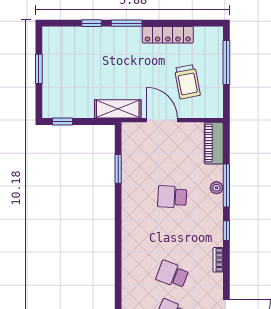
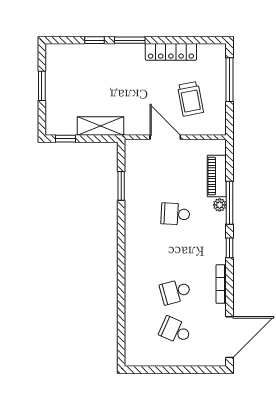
shelving: (118, 109) -> (100, 126), moved
piano: (214, 143) -> (217, 176), moved
bookcase: (218, 260) -> (221, 284), width x1.56
school desk: (172, 274) -> (175, 292), turned -36

